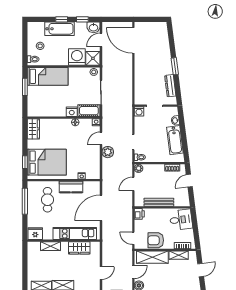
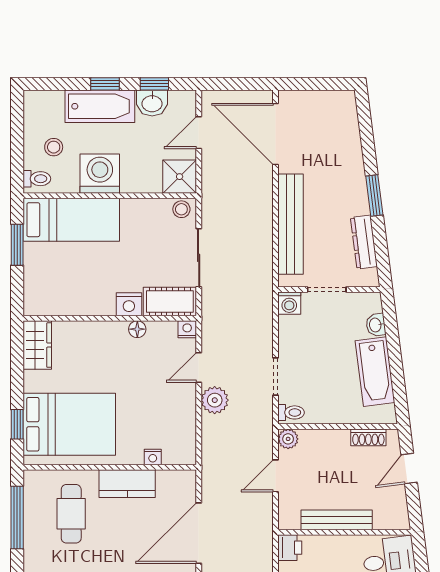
washbasin: (94, 27) -> (152, 103), moved
washing machine: (77, 57) -> (100, 174), moved
bench: (140, 78) -> (290, 224), added

